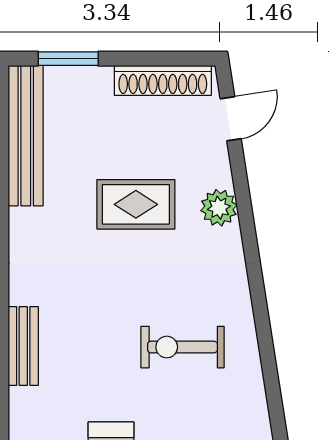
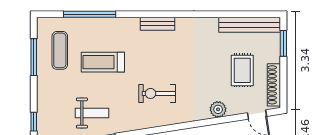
rug: (136, 204) -> (242, 70), moved
exercise bike: (183, 347) -> (157, 93), turned -90

